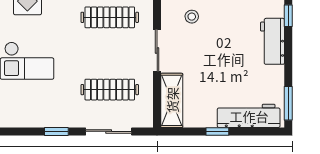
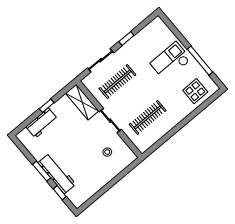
workbench: (273, 41) -> (57, 173), width x1.38
window: (288, 103) -> (42, 171), moved
workbench: (249, 116) -> (42, 123), width x0.73

